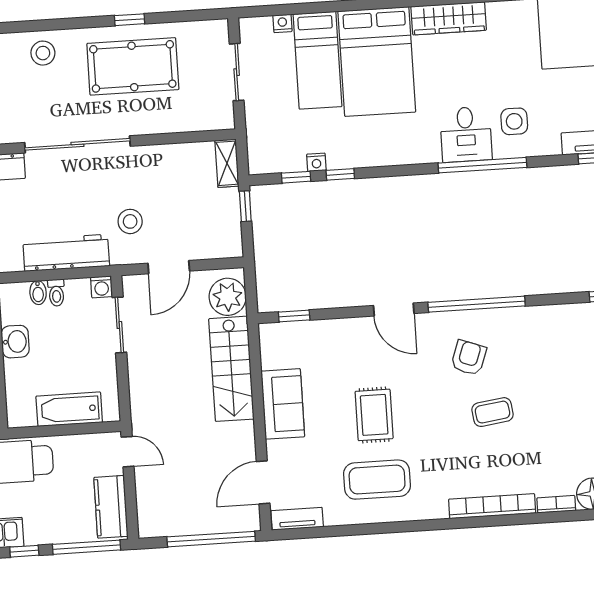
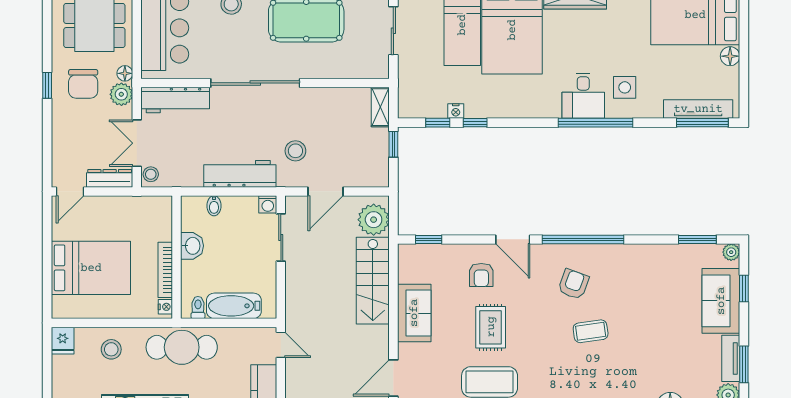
toilet: (56, 293) -> (198, 307), moved, turned 180
armchair: (359, 354) -> (481, 275), added

